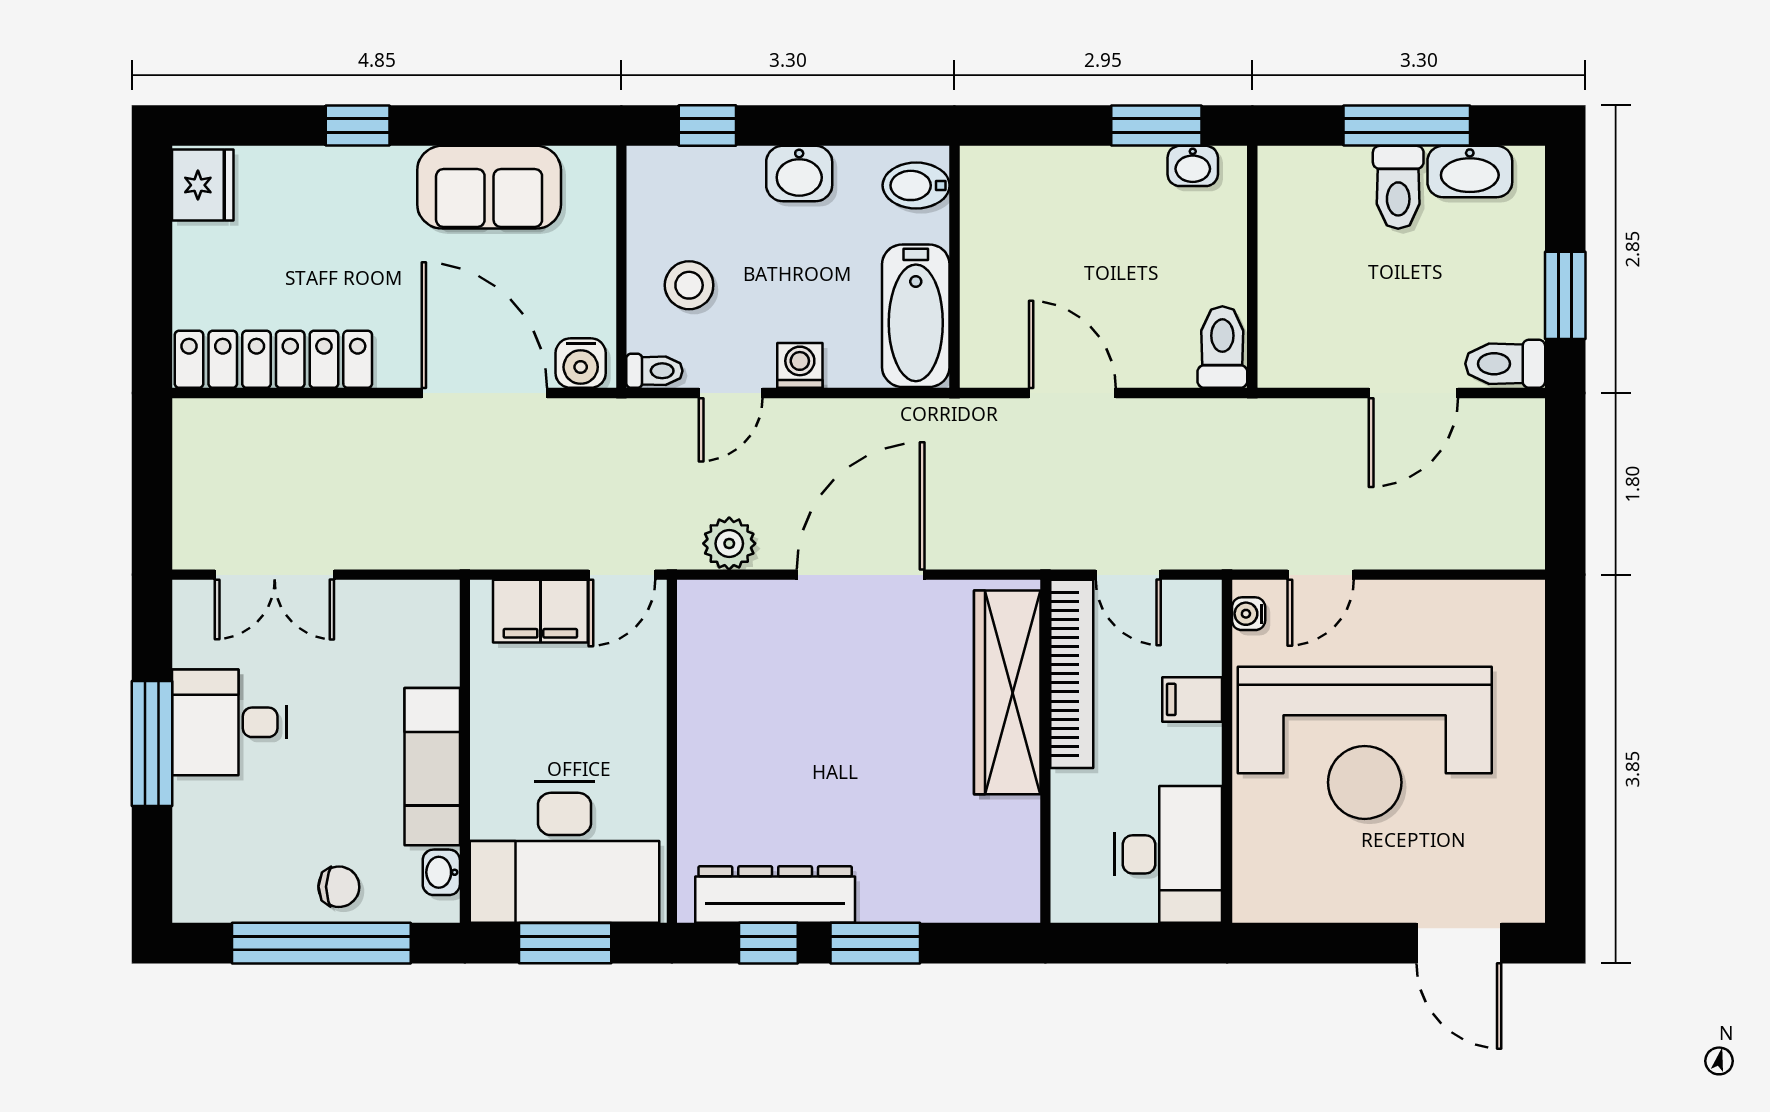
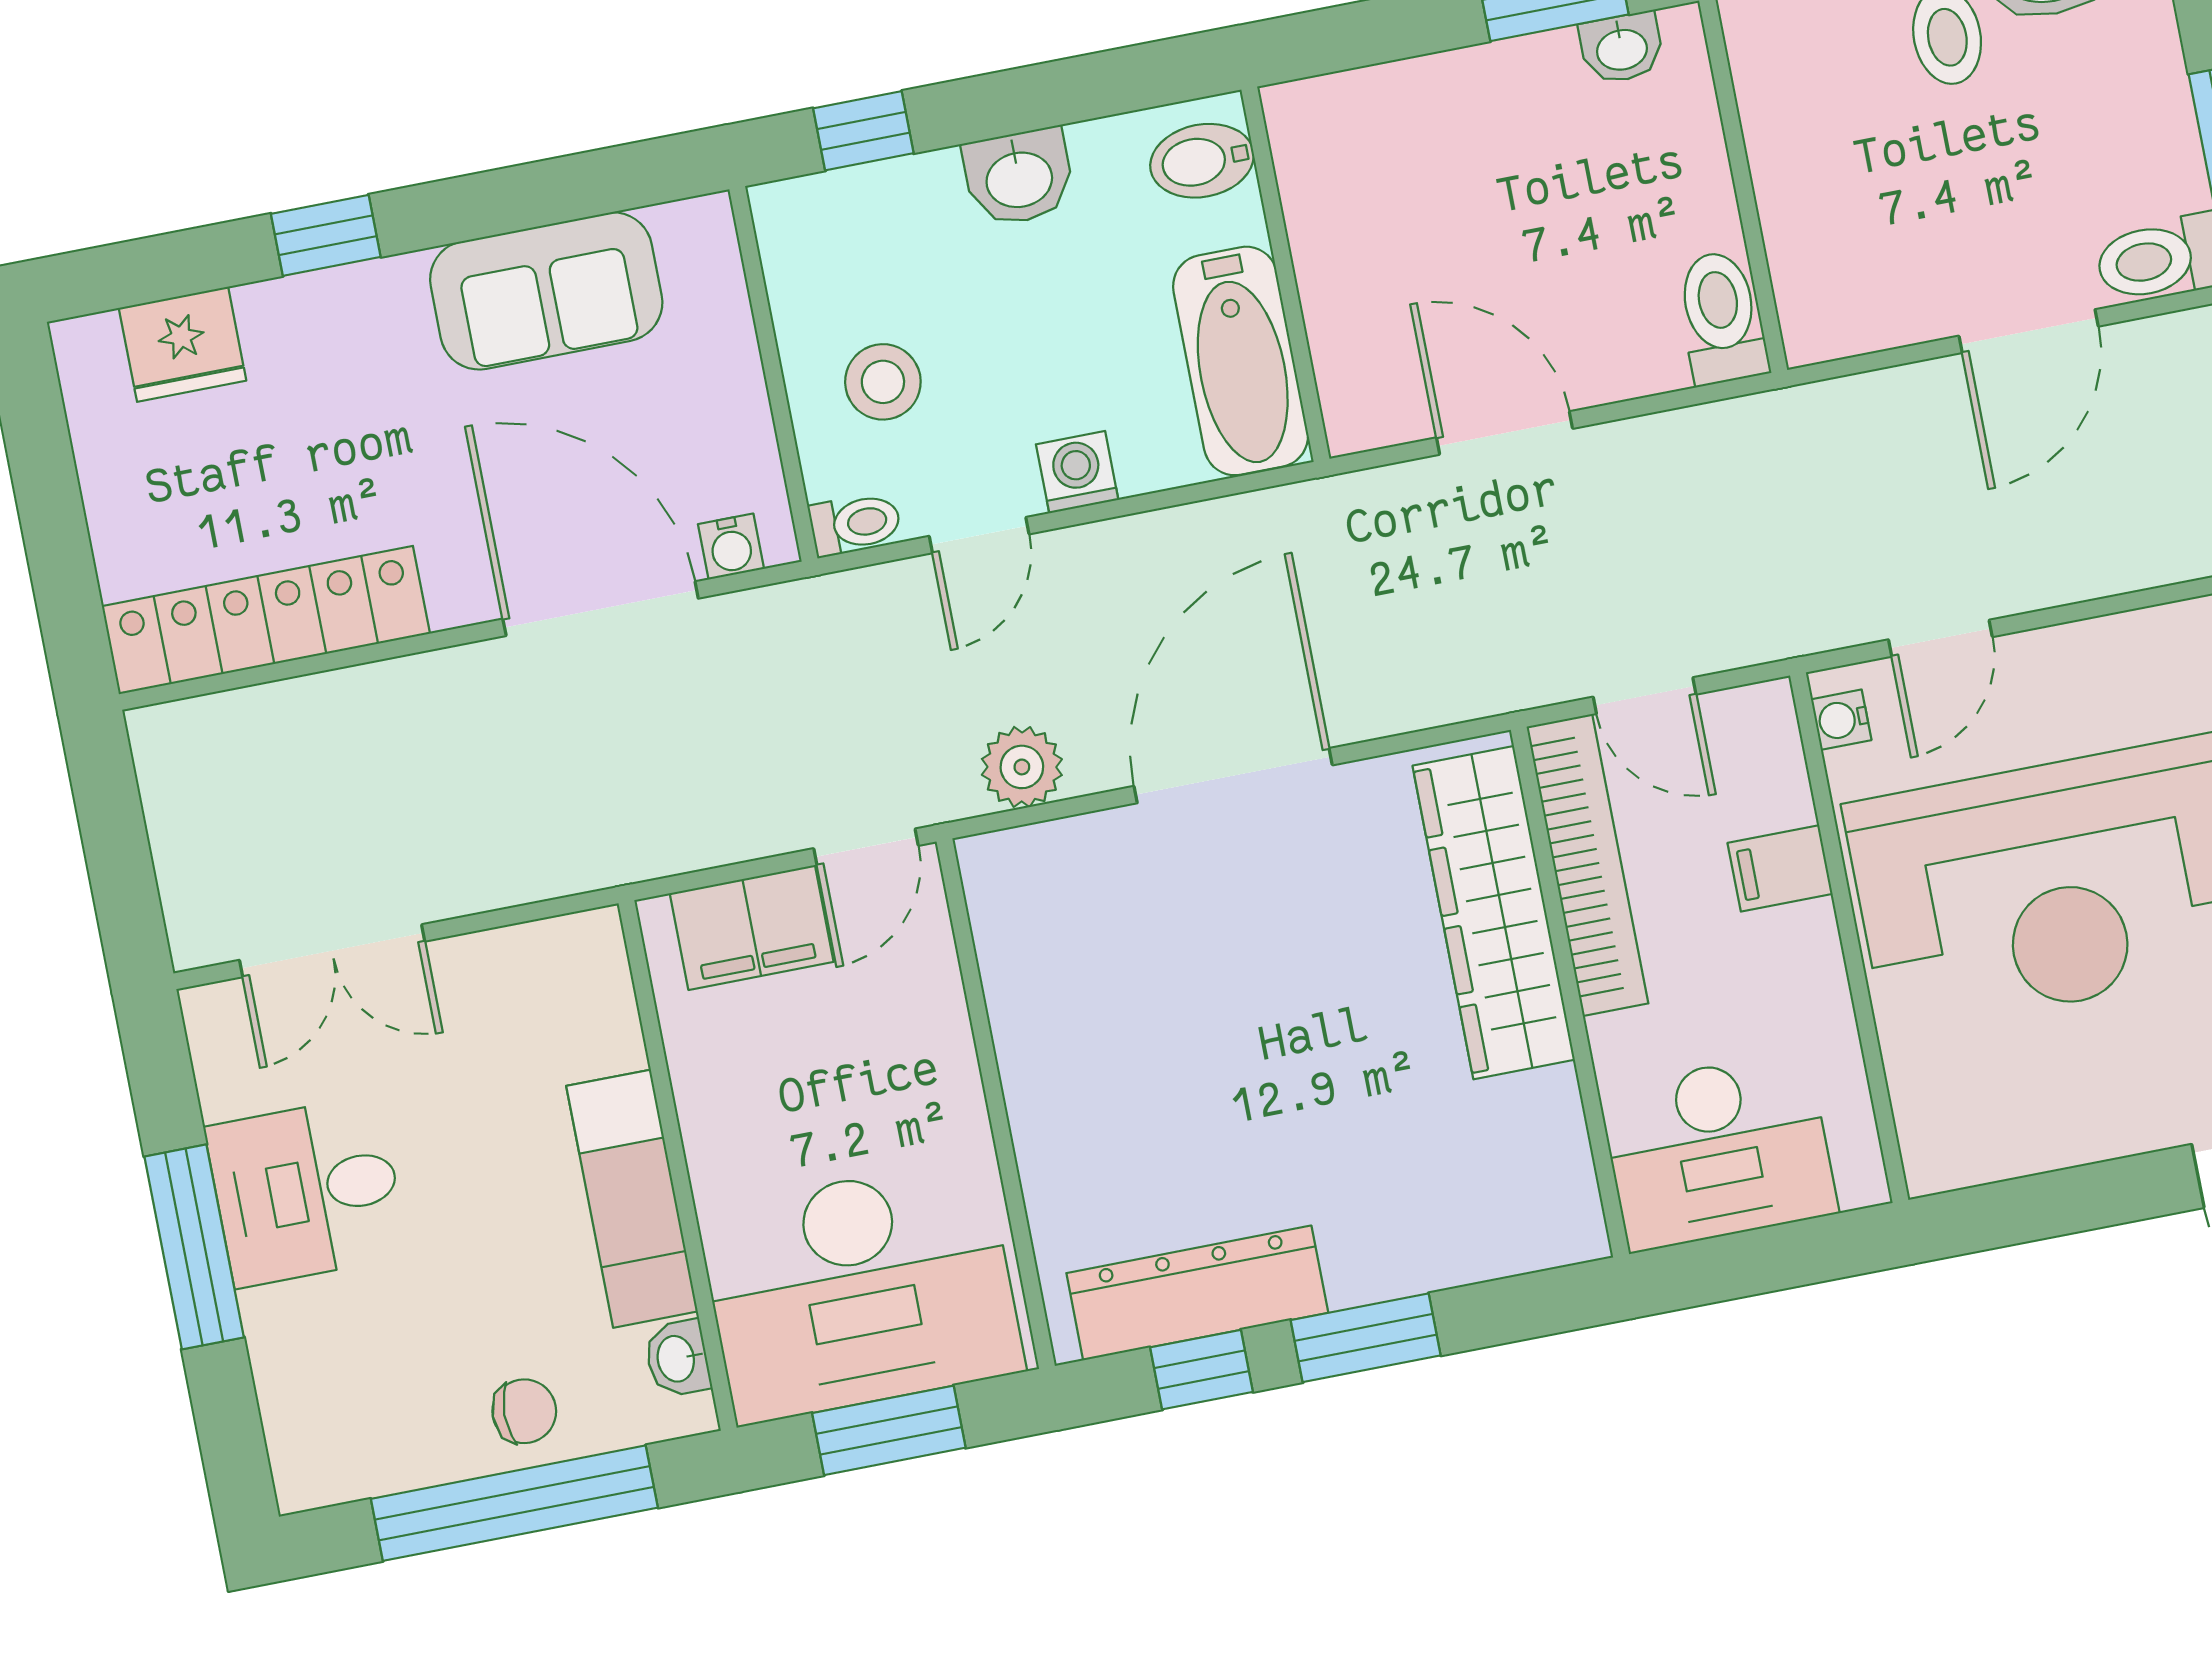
fridge: (203, 185) -> (183, 344), moved, turned 90
water cooler: (581, 363) -> (731, 547), width x0.72, depth x0.72
desk: (1168, 854) -> (1718, 1151), moved, turned 90

